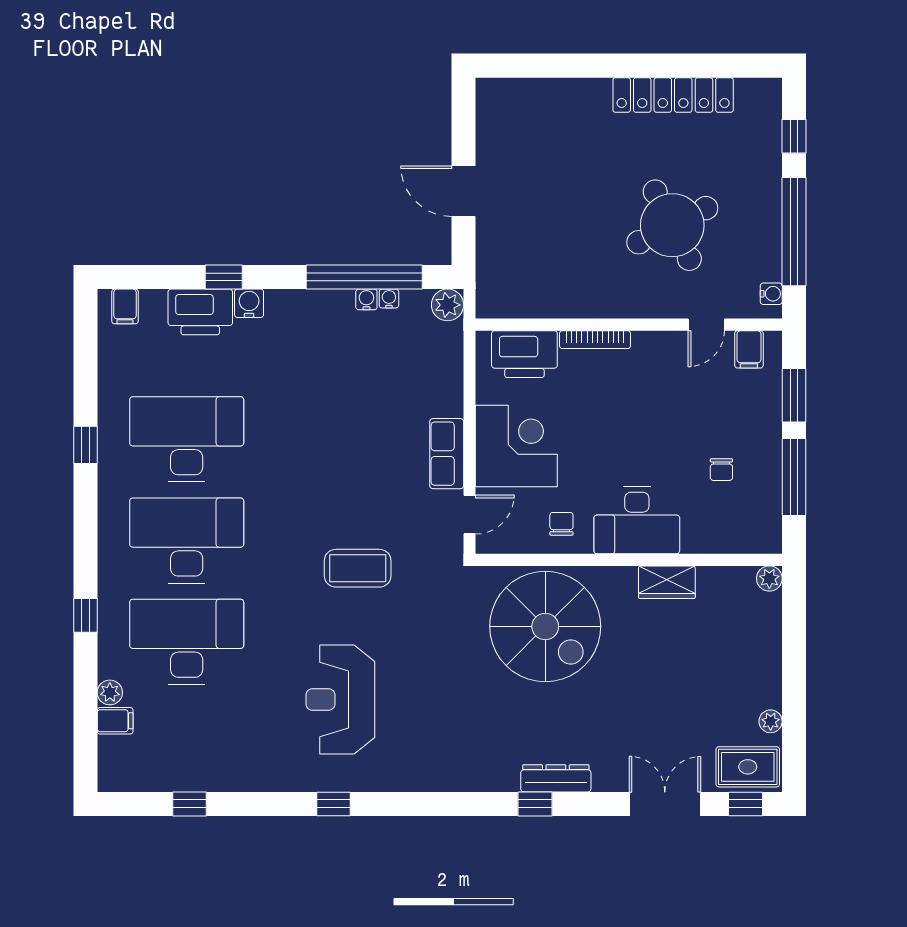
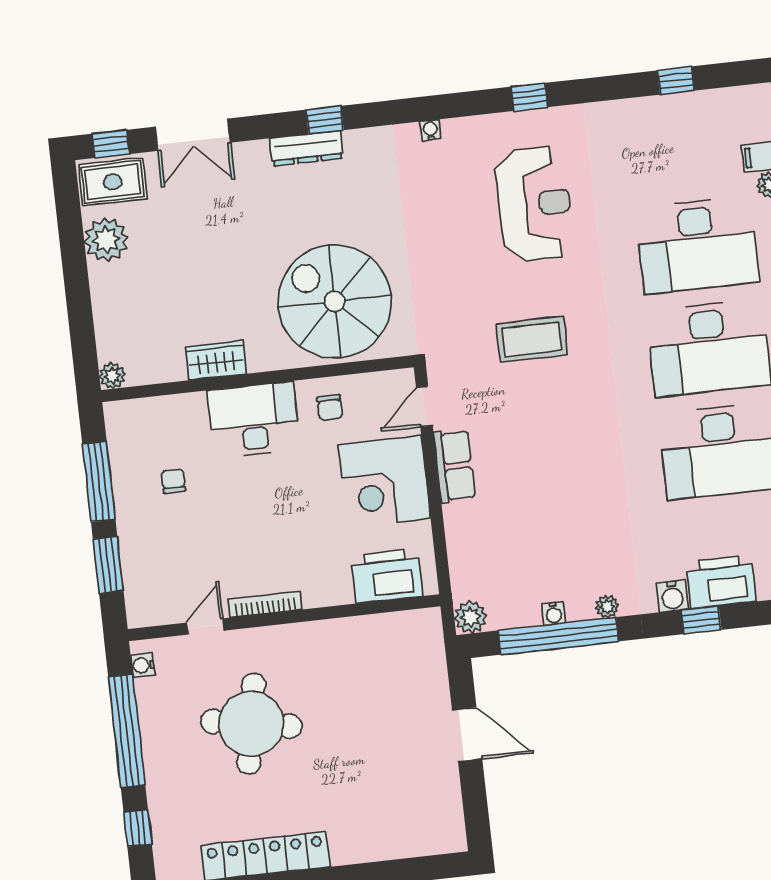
round table: (672, 225) -> (251, 724), turned 37
water cooler: (389, 299) -> (430, 130), moved, turned 180
plant: (314, 300) -> (607, 607), added
bookcase: (595, 340) -> (265, 604), moved
filing cabinet: (749, 349) -> (159, 606), removed
plant: (771, 721) -> (106, 240), width x1.88, depth x1.88

